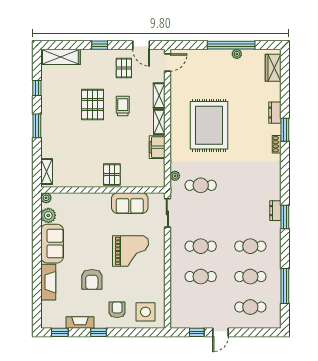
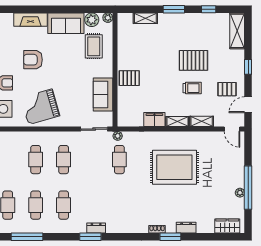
shelving: (47, 172) -> (145, 18), moved
plant: (175, 176) -> (118, 136), moved
rug: (77, 213) -> (94, 46), added
grand piano: (131, 251) -> (40, 107), moved, turned 74

